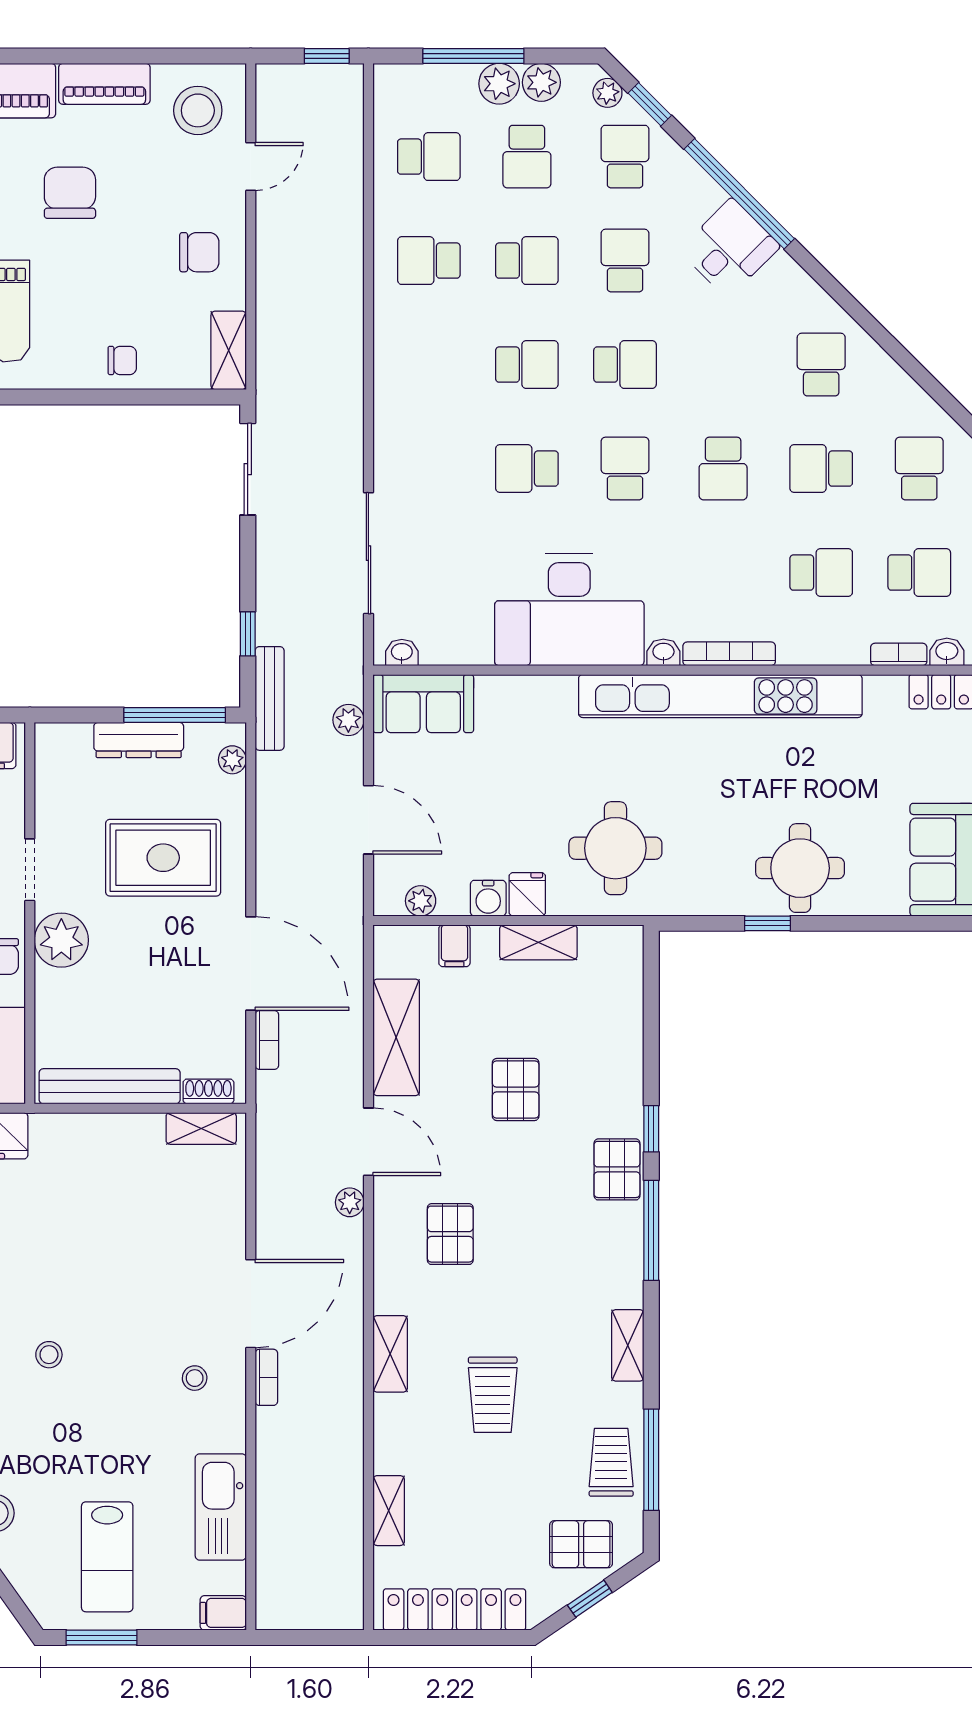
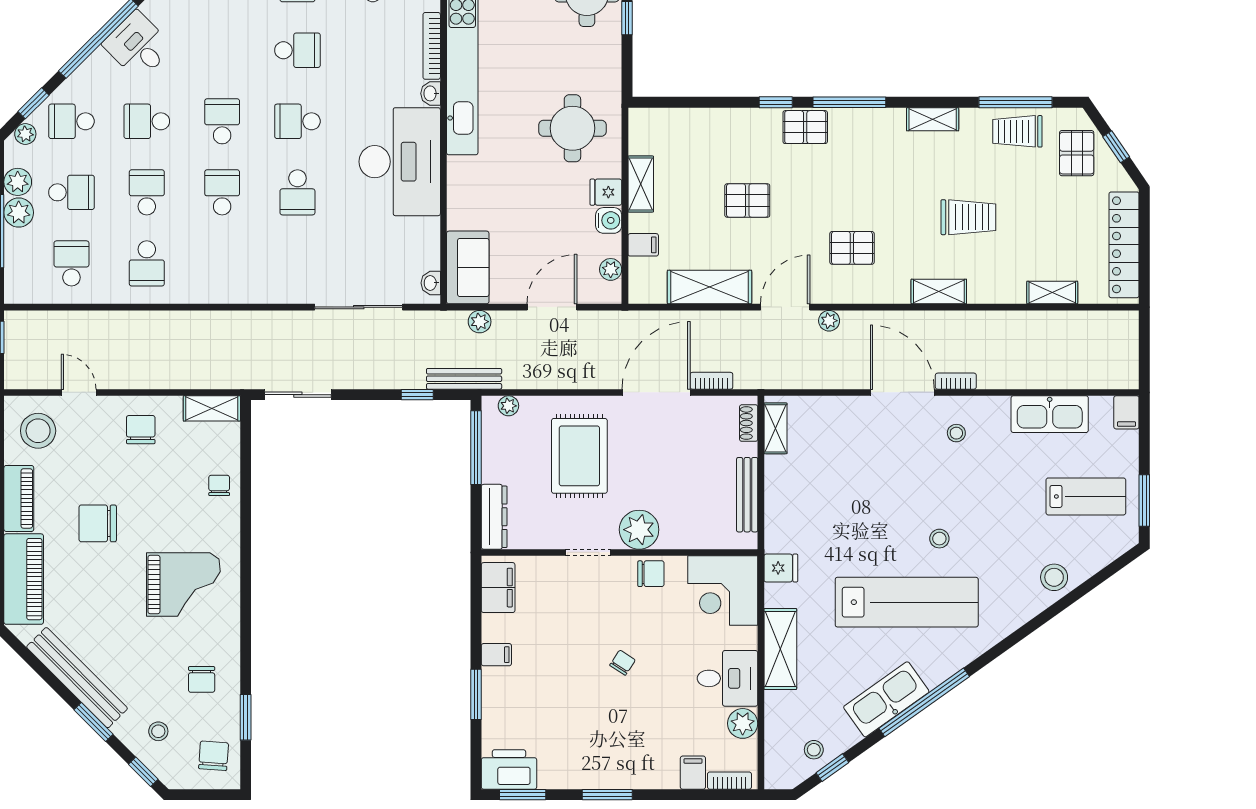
dresser: (139, 740) -> (494, 517), moved
bench: (110, 1086) -> (747, 495), width x0.73, depth x0.82

